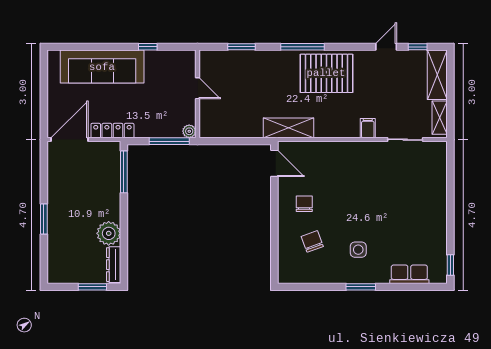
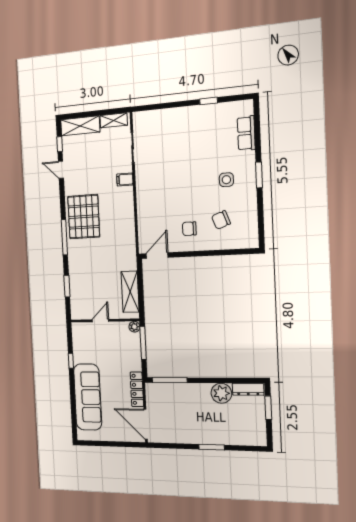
shelving: (288, 128) -> (130, 292), moved
window: (450, 265) -> (209, 101), moved

